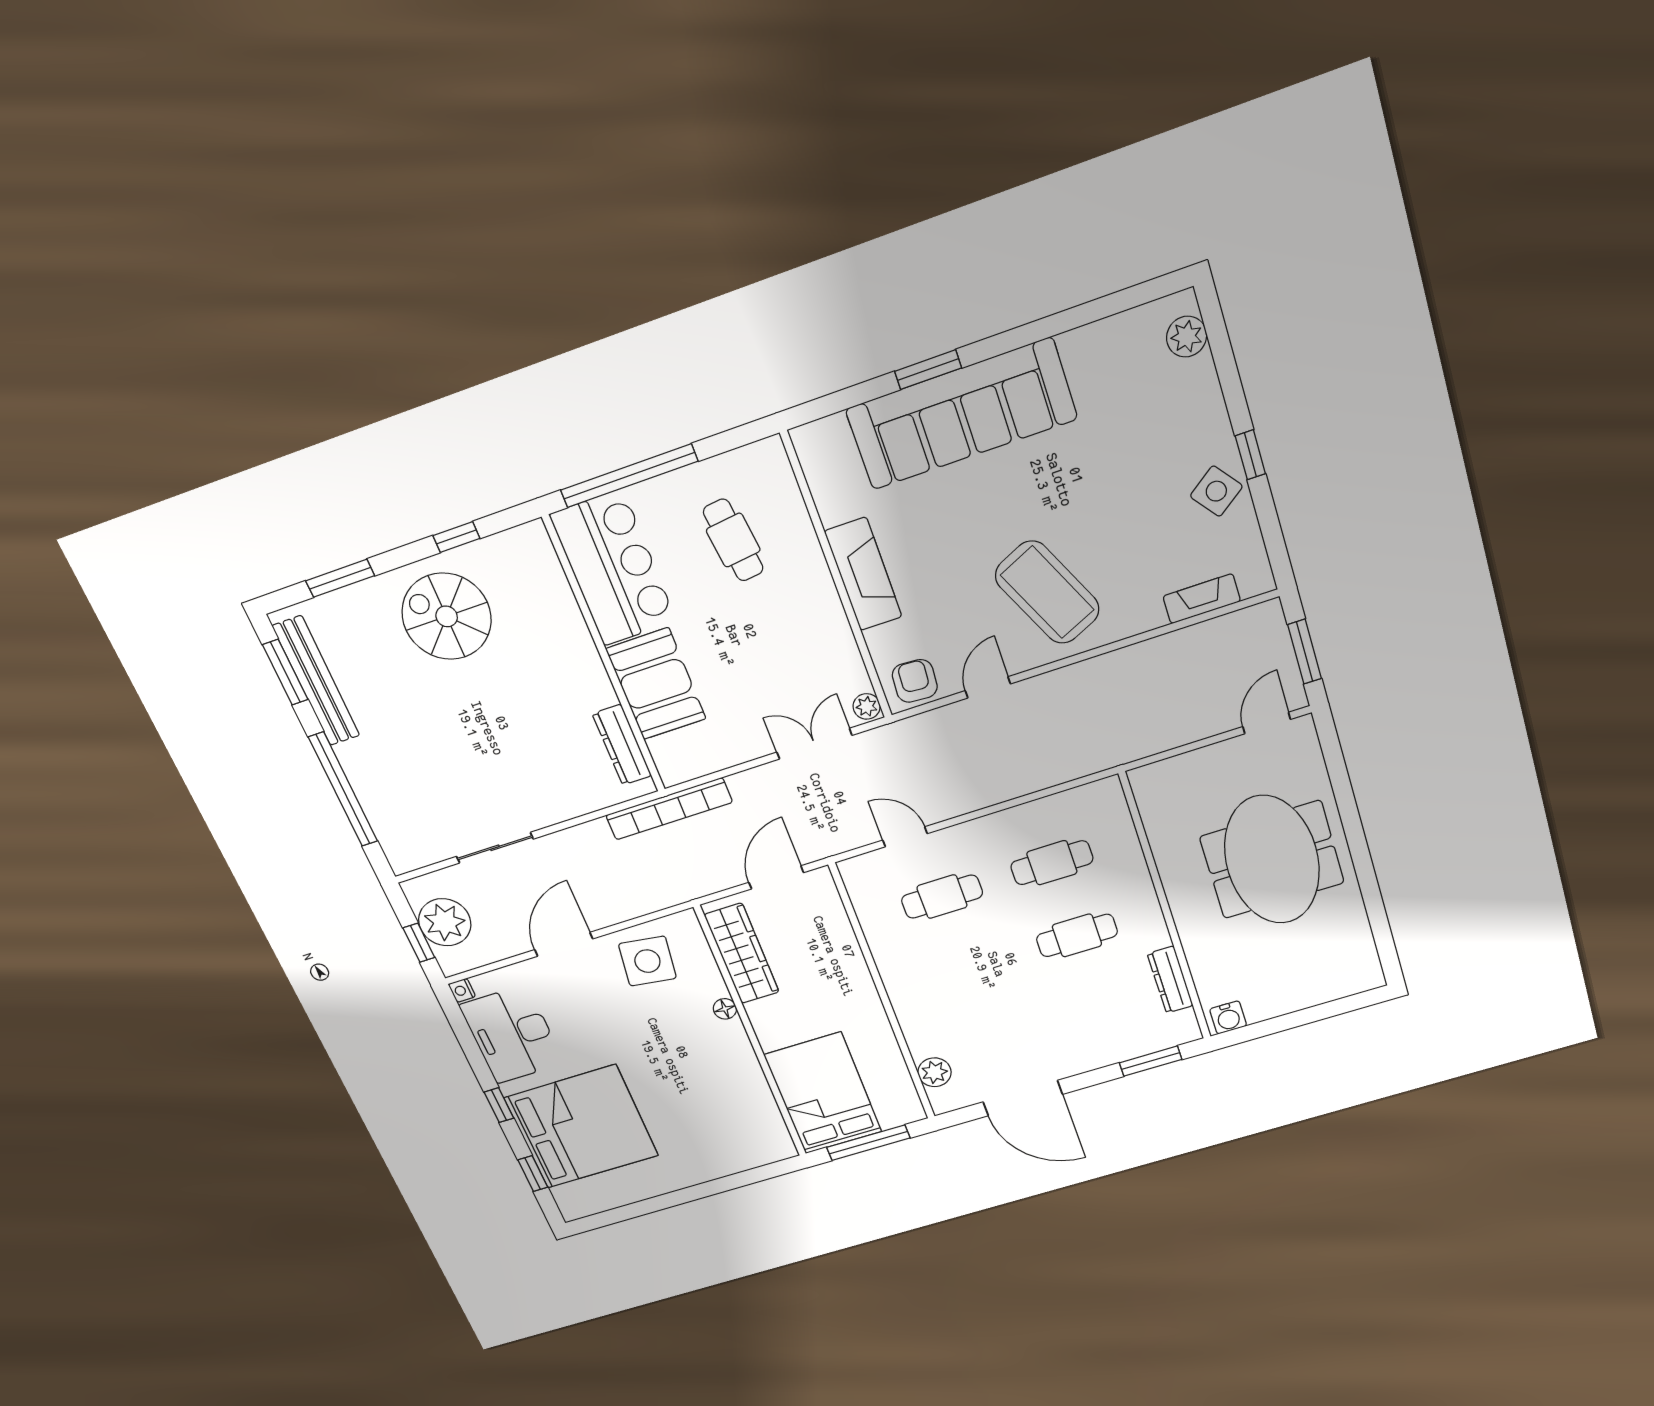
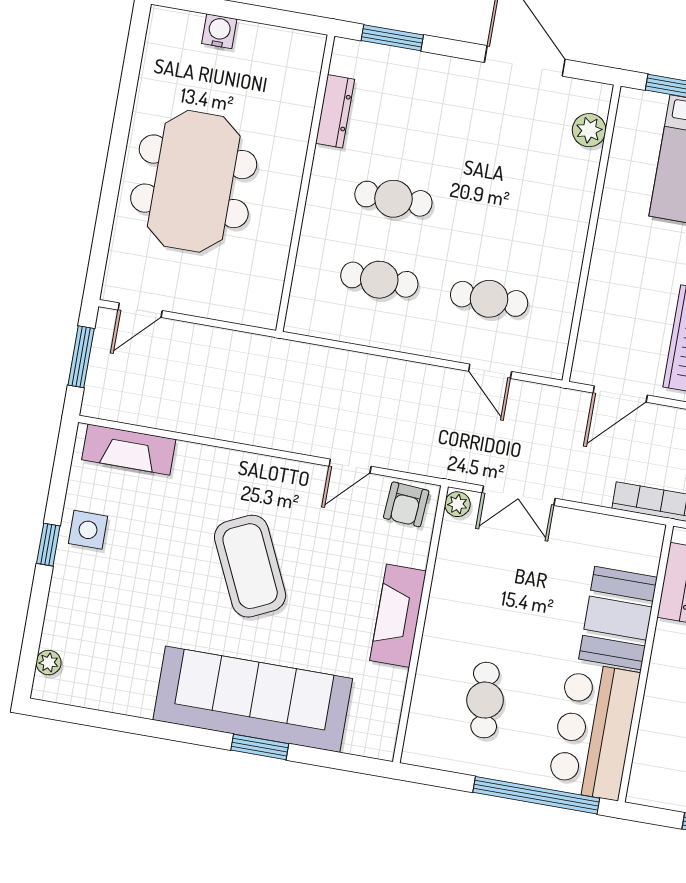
plant: (1187, 337) -> (49, 663), width x0.73, depth x0.73
side table: (1216, 491) -> (88, 530), turned 37
coffee table: (1047, 592) -> (250, 566), moved
fireplace: (1202, 599) -> (129, 450), width x1.37, depth x1.32
water cooler: (1228, 1017) -> (219, 31), moved

